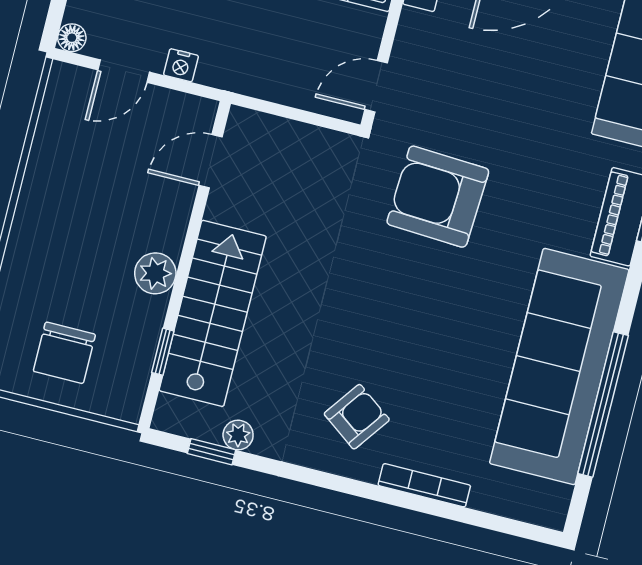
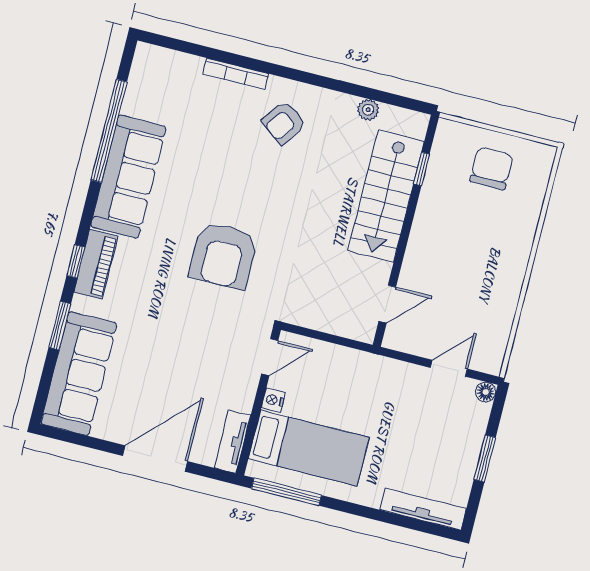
nightstand: (181, 65) -> (273, 400), moved, turned -90
armchair: (438, 197) -> (223, 255), moved, turned 87
plant: (155, 273) -> (427, 225), removed
sofa: (559, 366) -> (128, 177), width x0.74, depth x0.79
window: (212, 452) -> (387, 98), removed

